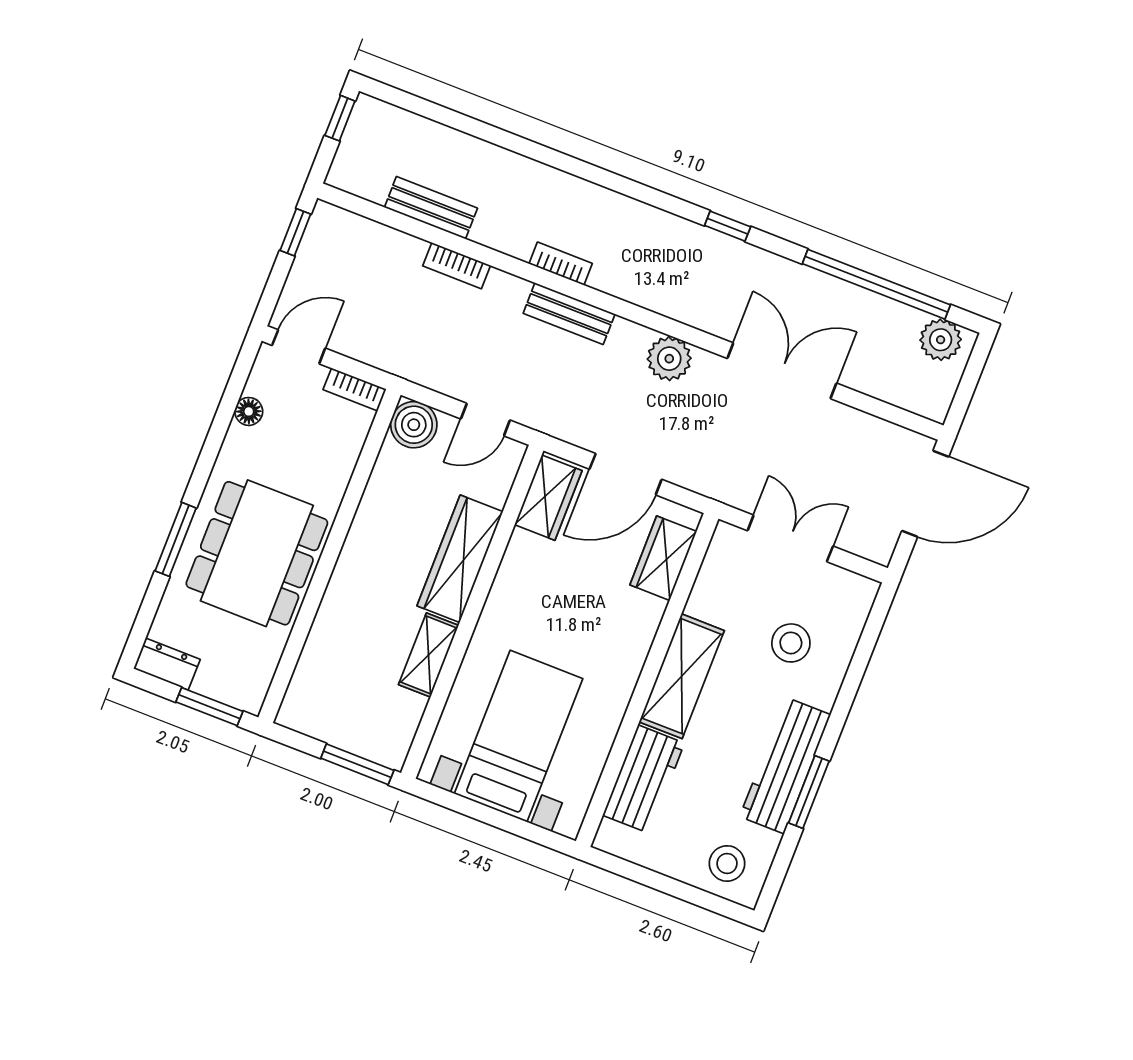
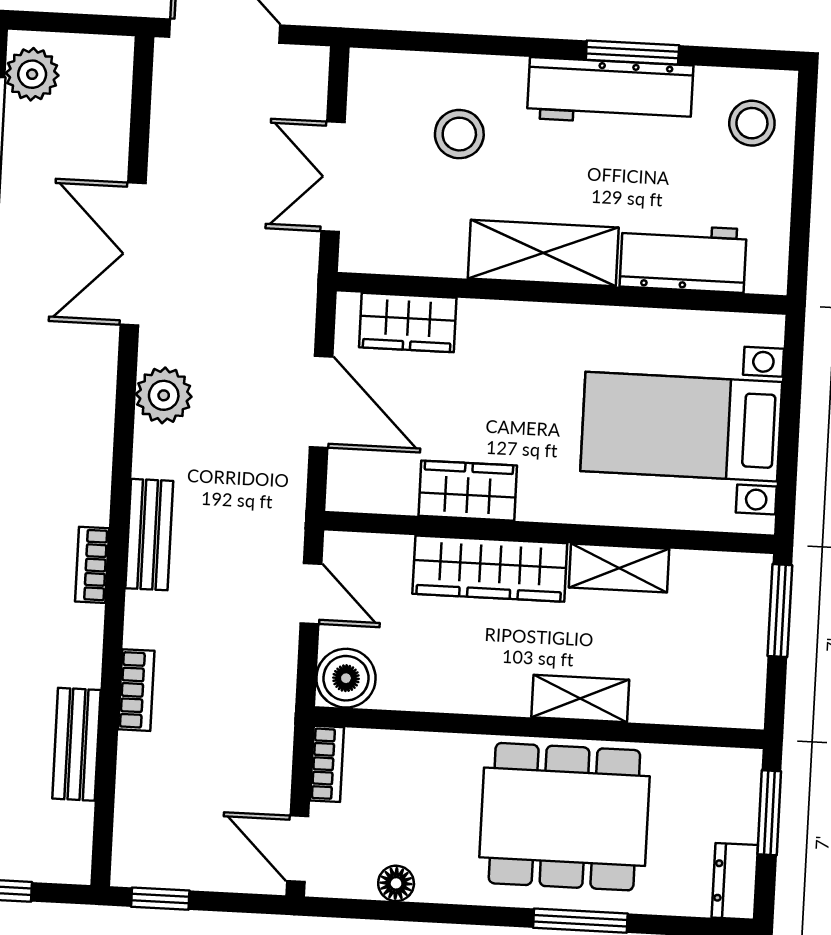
wardrobe: (548, 498) -> (468, 491), moved
shelving: (341, 594) -> (580, 698), added

